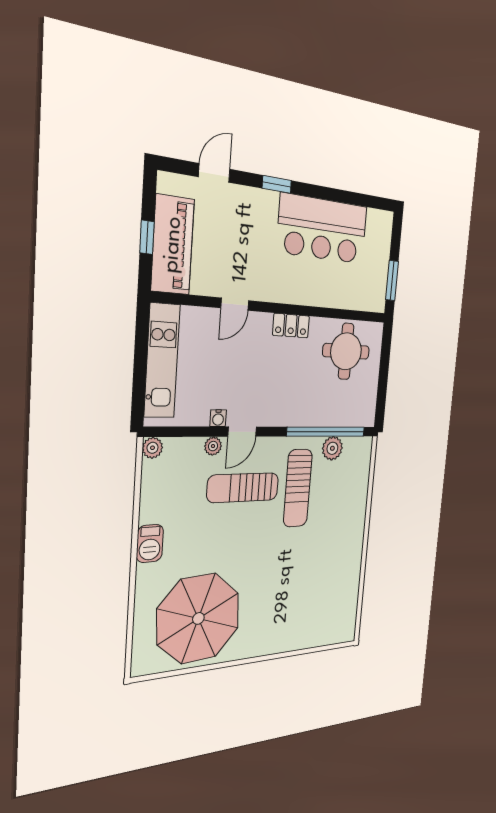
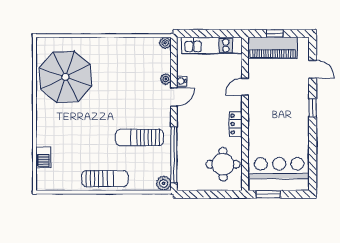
bar counter: (323, 229) -> (279, 174), moved, turned 90
door: (235, 304) -> (245, 87), hinge flipped
door: (242, 432) -> (174, 97), swing flipped
plant: (332, 448) -> (164, 183), moved
sun lounger: (243, 488) -> (105, 179), moved, turned 90
barbecue: (150, 544) -> (43, 157), moved, turned -90

